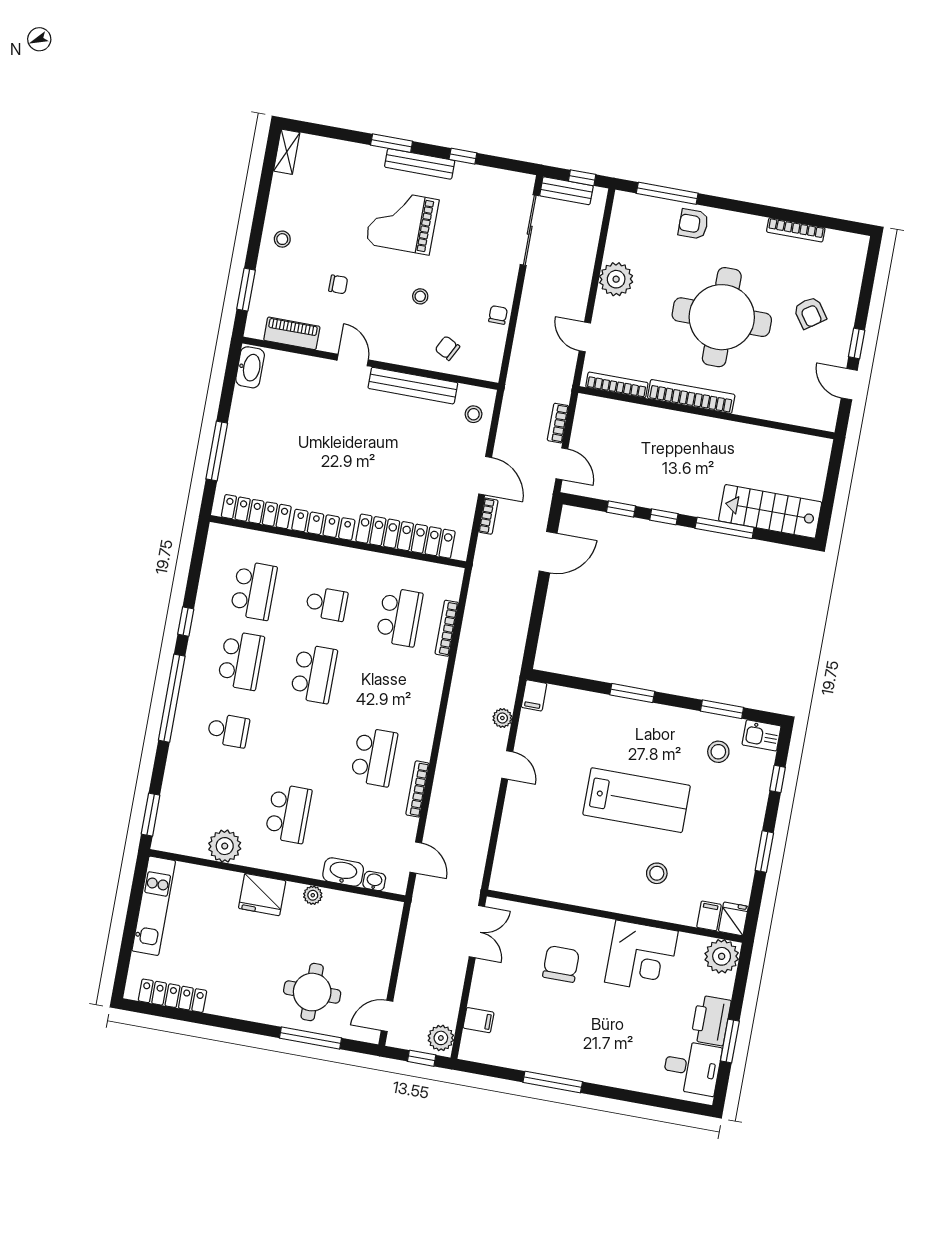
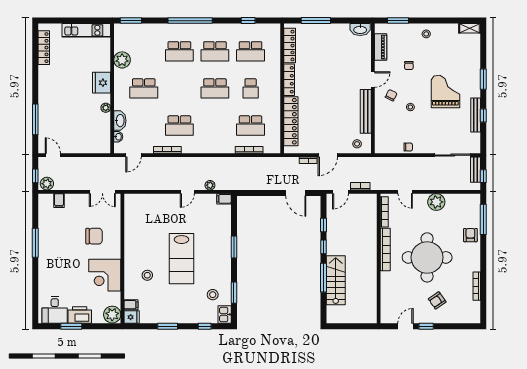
bench: (420, 164) -> (476, 115), moved
door: (585, 337) -> (405, 192), swing flipped
chair: (447, 348) -> (391, 95), moved
stairs: (770, 511) -> (336, 280), moved
window: (186, 622) -> (248, 21), moved
school desk: (228, 730) -> (179, 51), width x1.85
round table: (312, 992) -> (58, 116), removed

